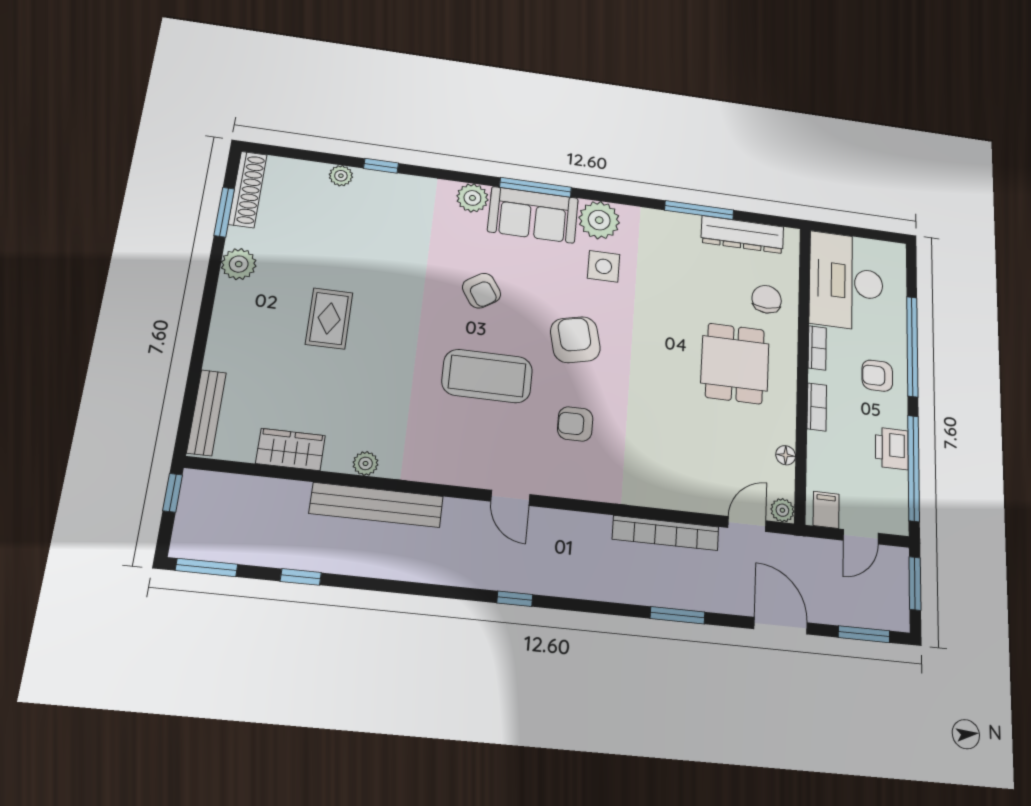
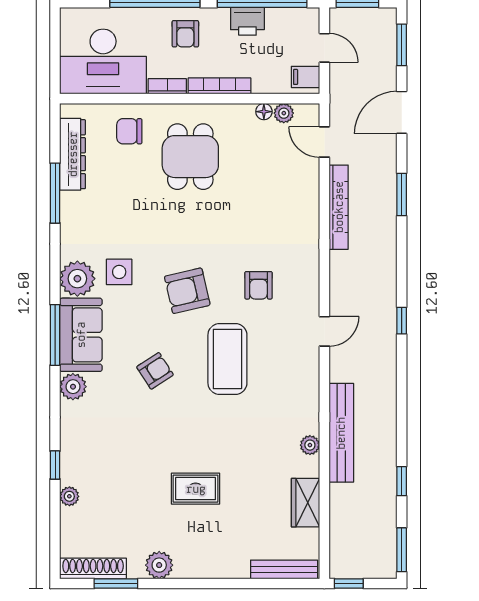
dining table: (735, 363) -> (190, 157), turned 90
bookcase: (817, 407) -> (219, 86), width x1.56
plant: (782, 510) -> (284, 113), moved

